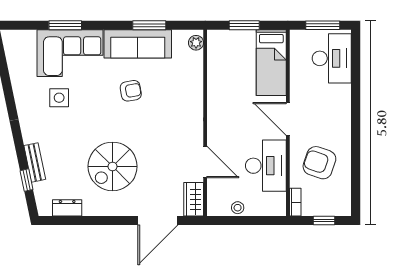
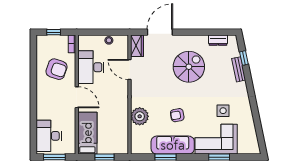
plant: (196, 43) -> (140, 116), moved, width x1.88, depth x1.88

